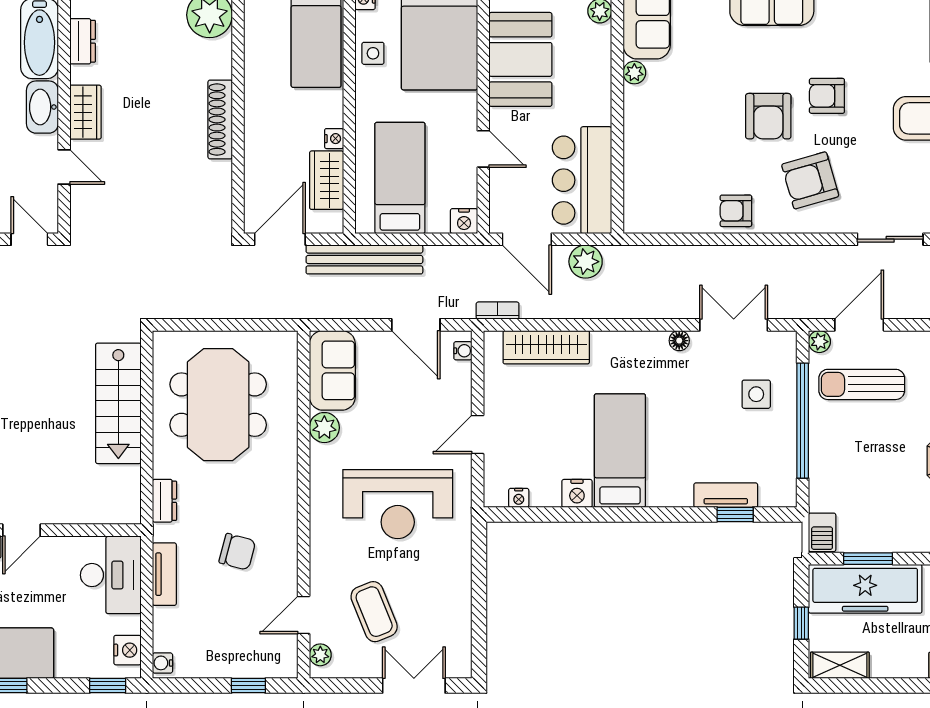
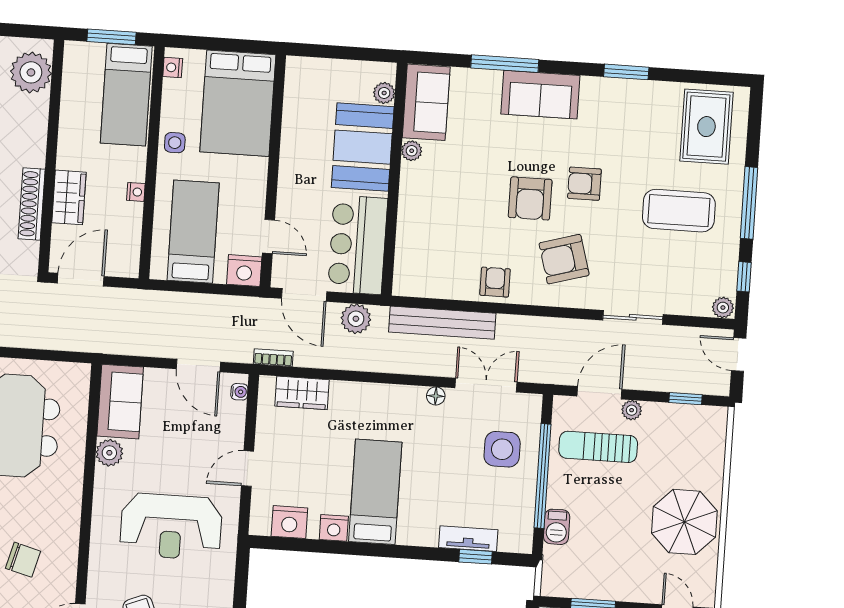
side table: (373, 53) -> (175, 143), moved
booth: (520, 59) -> (363, 147), moved
shoe rack: (220, 120) -> (32, 204), moved
door: (483, 149) -> (269, 236), moved
wardrobe: (327, 180) -> (69, 197), moved, turned 180
armchair: (736, 211) -> (495, 282), turned 90
nightstand: (464, 221) -> (244, 271), width x1.36, depth x1.33
bench: (364, 259) -> (442, 323), moved
plant: (819, 342) -> (632, 410), moved
wardrobe: (546, 347) -> (302, 393), width x0.67
side table: (756, 394) -> (502, 449), width x1.37, depth x1.37
nightstand: (519, 498) -> (289, 522), width x1.89, depth x1.79
barbecue: (822, 532) -> (557, 527), moved

